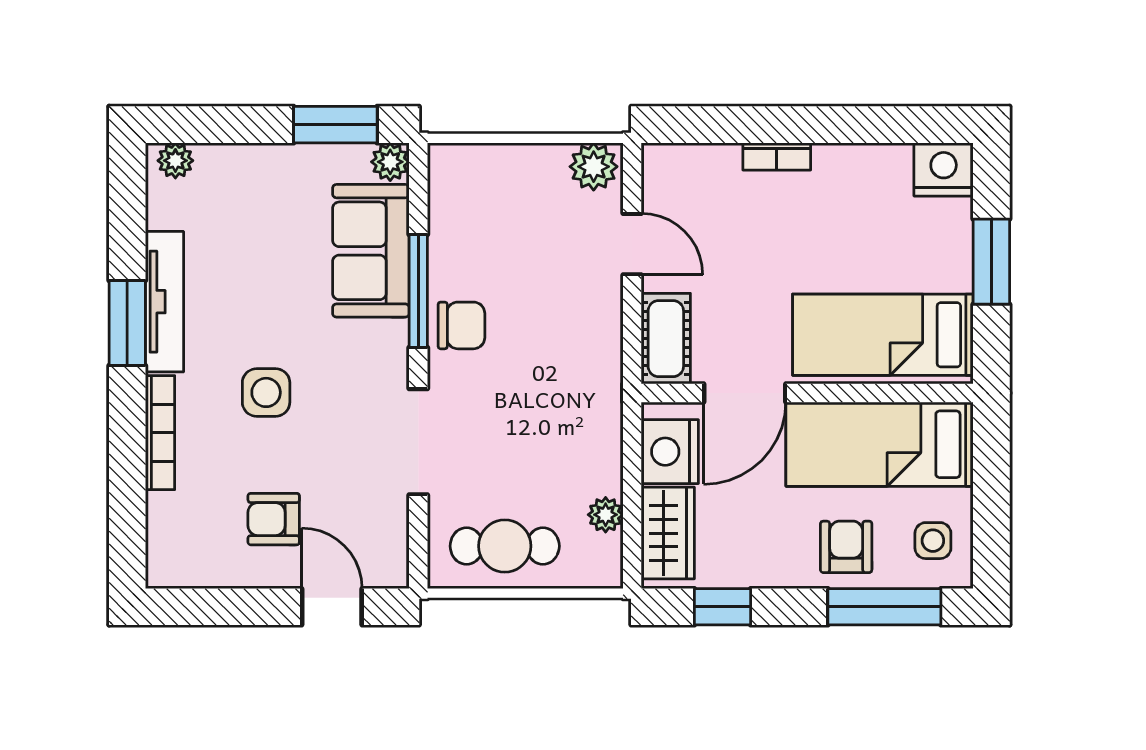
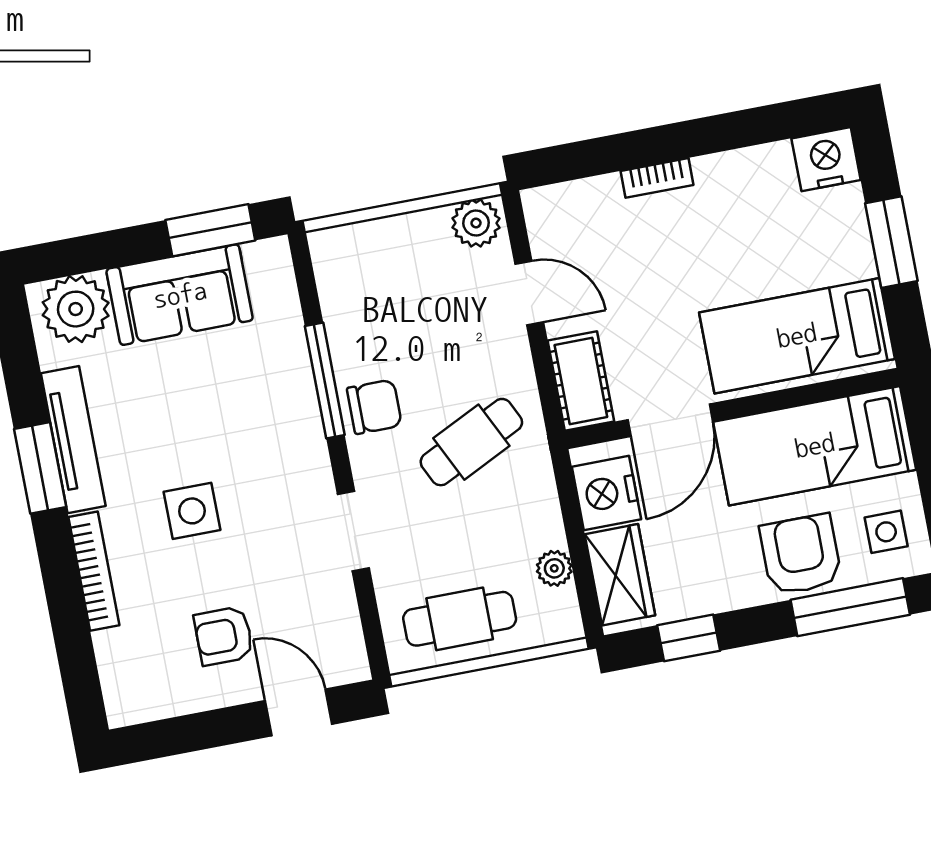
plant: (175, 161) -> (76, 309), width x1.87, depth x1.87
plant: (390, 162) -> (272, 257), removed
sofa: (371, 251) -> (180, 295), moved, turned -90
cafe table: (549, 377) -> (471, 442), added
doorway: (418, 442) -> (353, 531), width x0.73
armchair: (846, 547) -> (801, 555), width x1.38, depth x1.38

